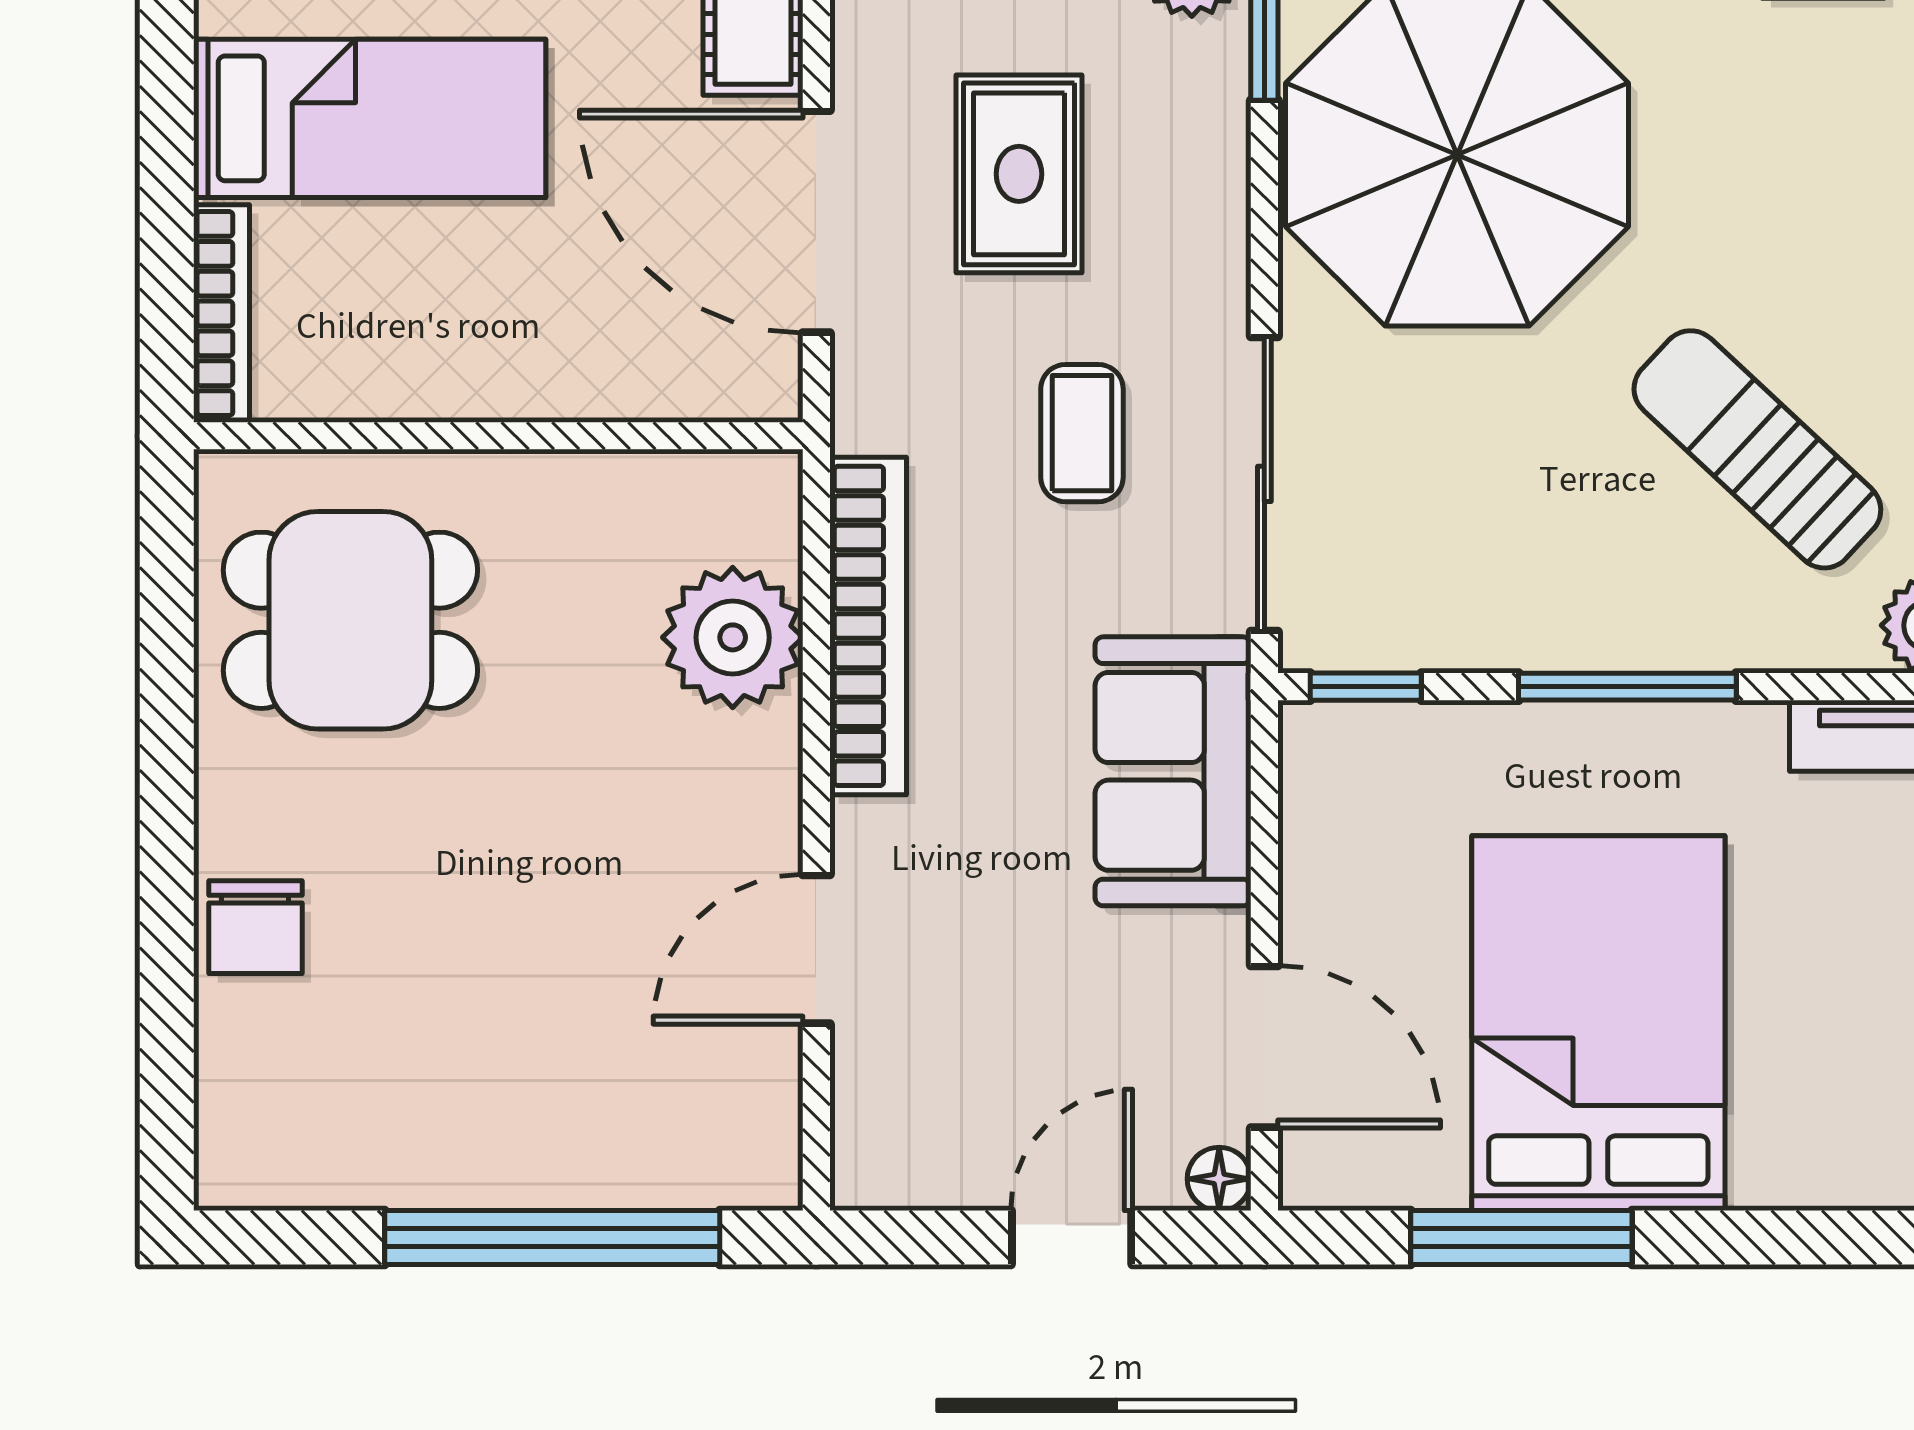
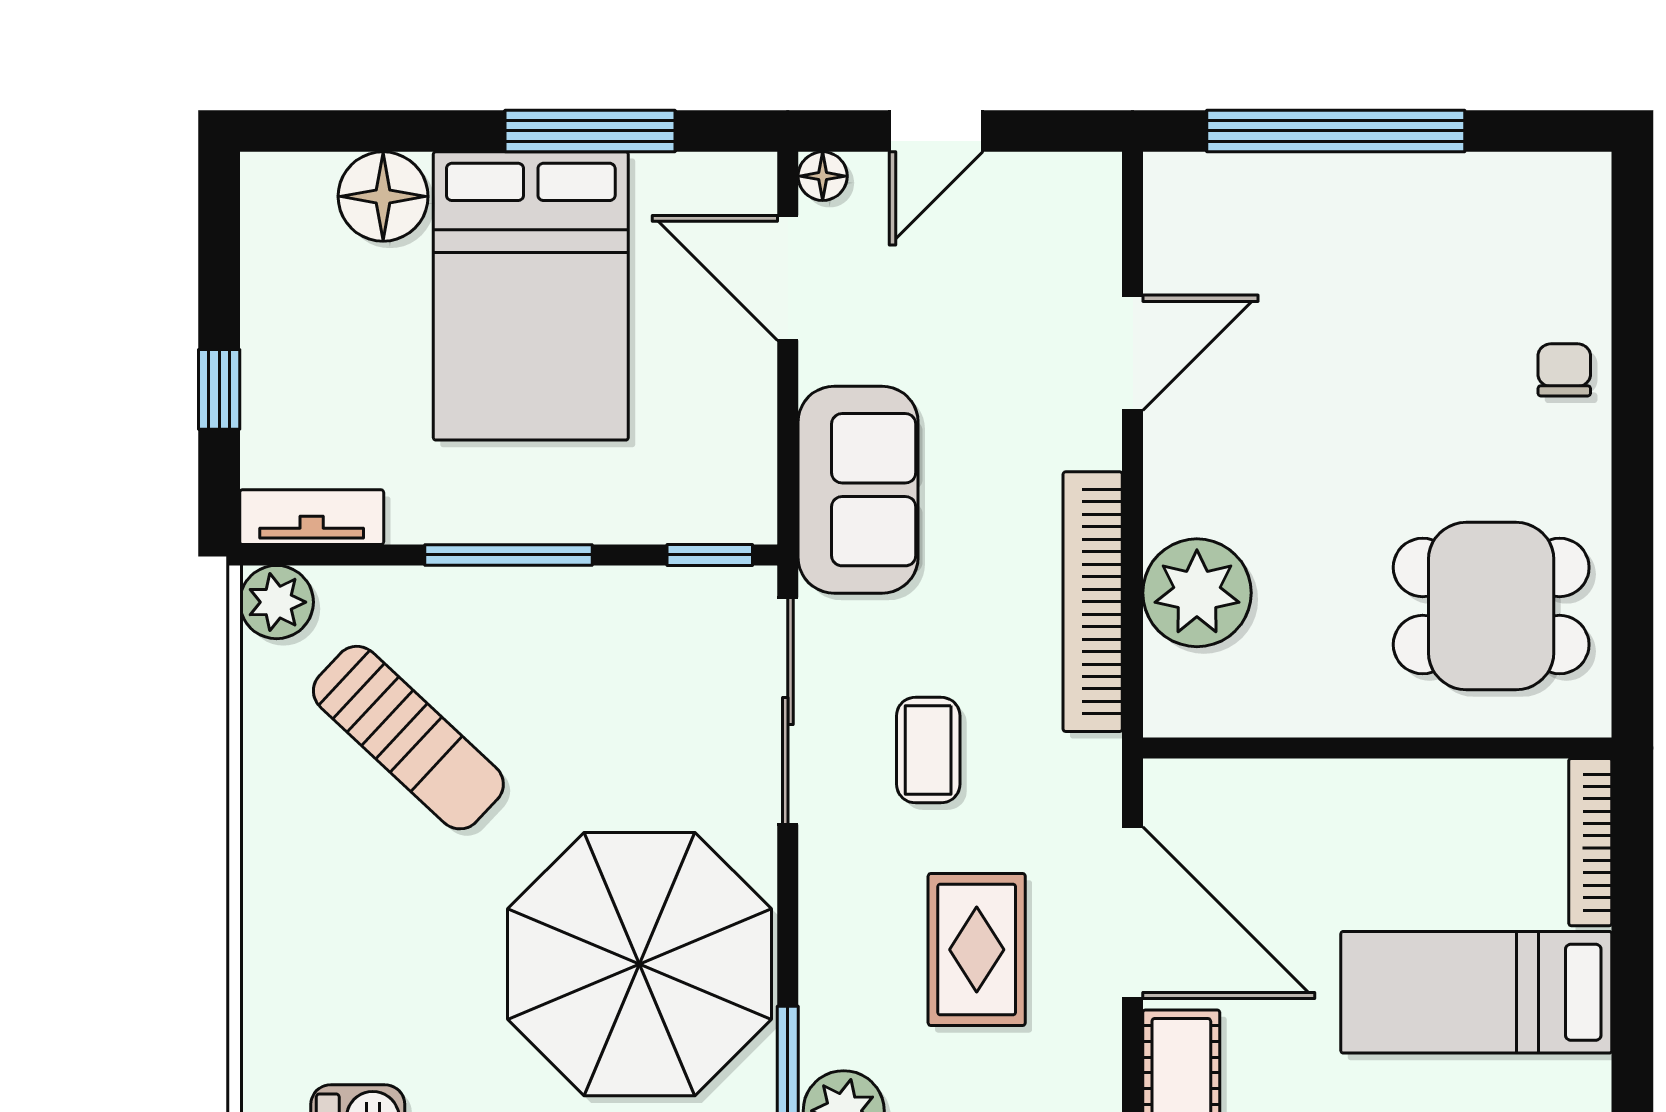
chair: (255, 927) -> (1564, 370), width x0.73, depth x0.73
floor lamp: (1790, 1152) -> (383, 196), added

